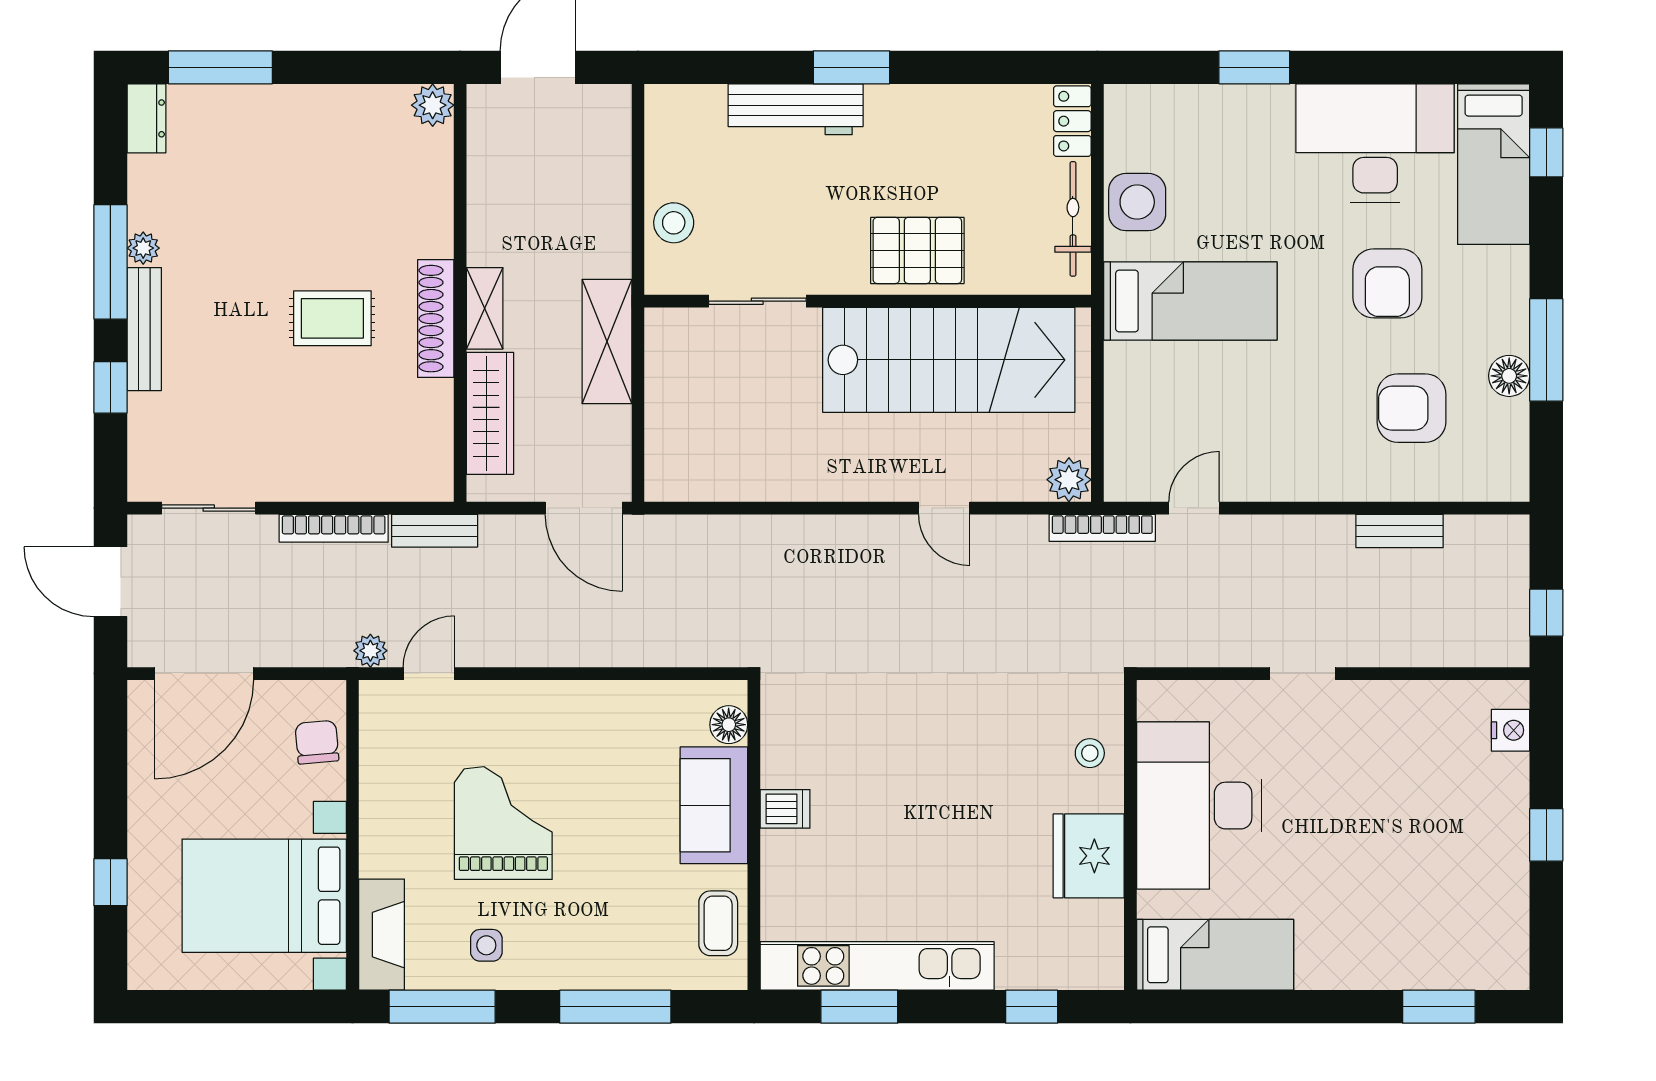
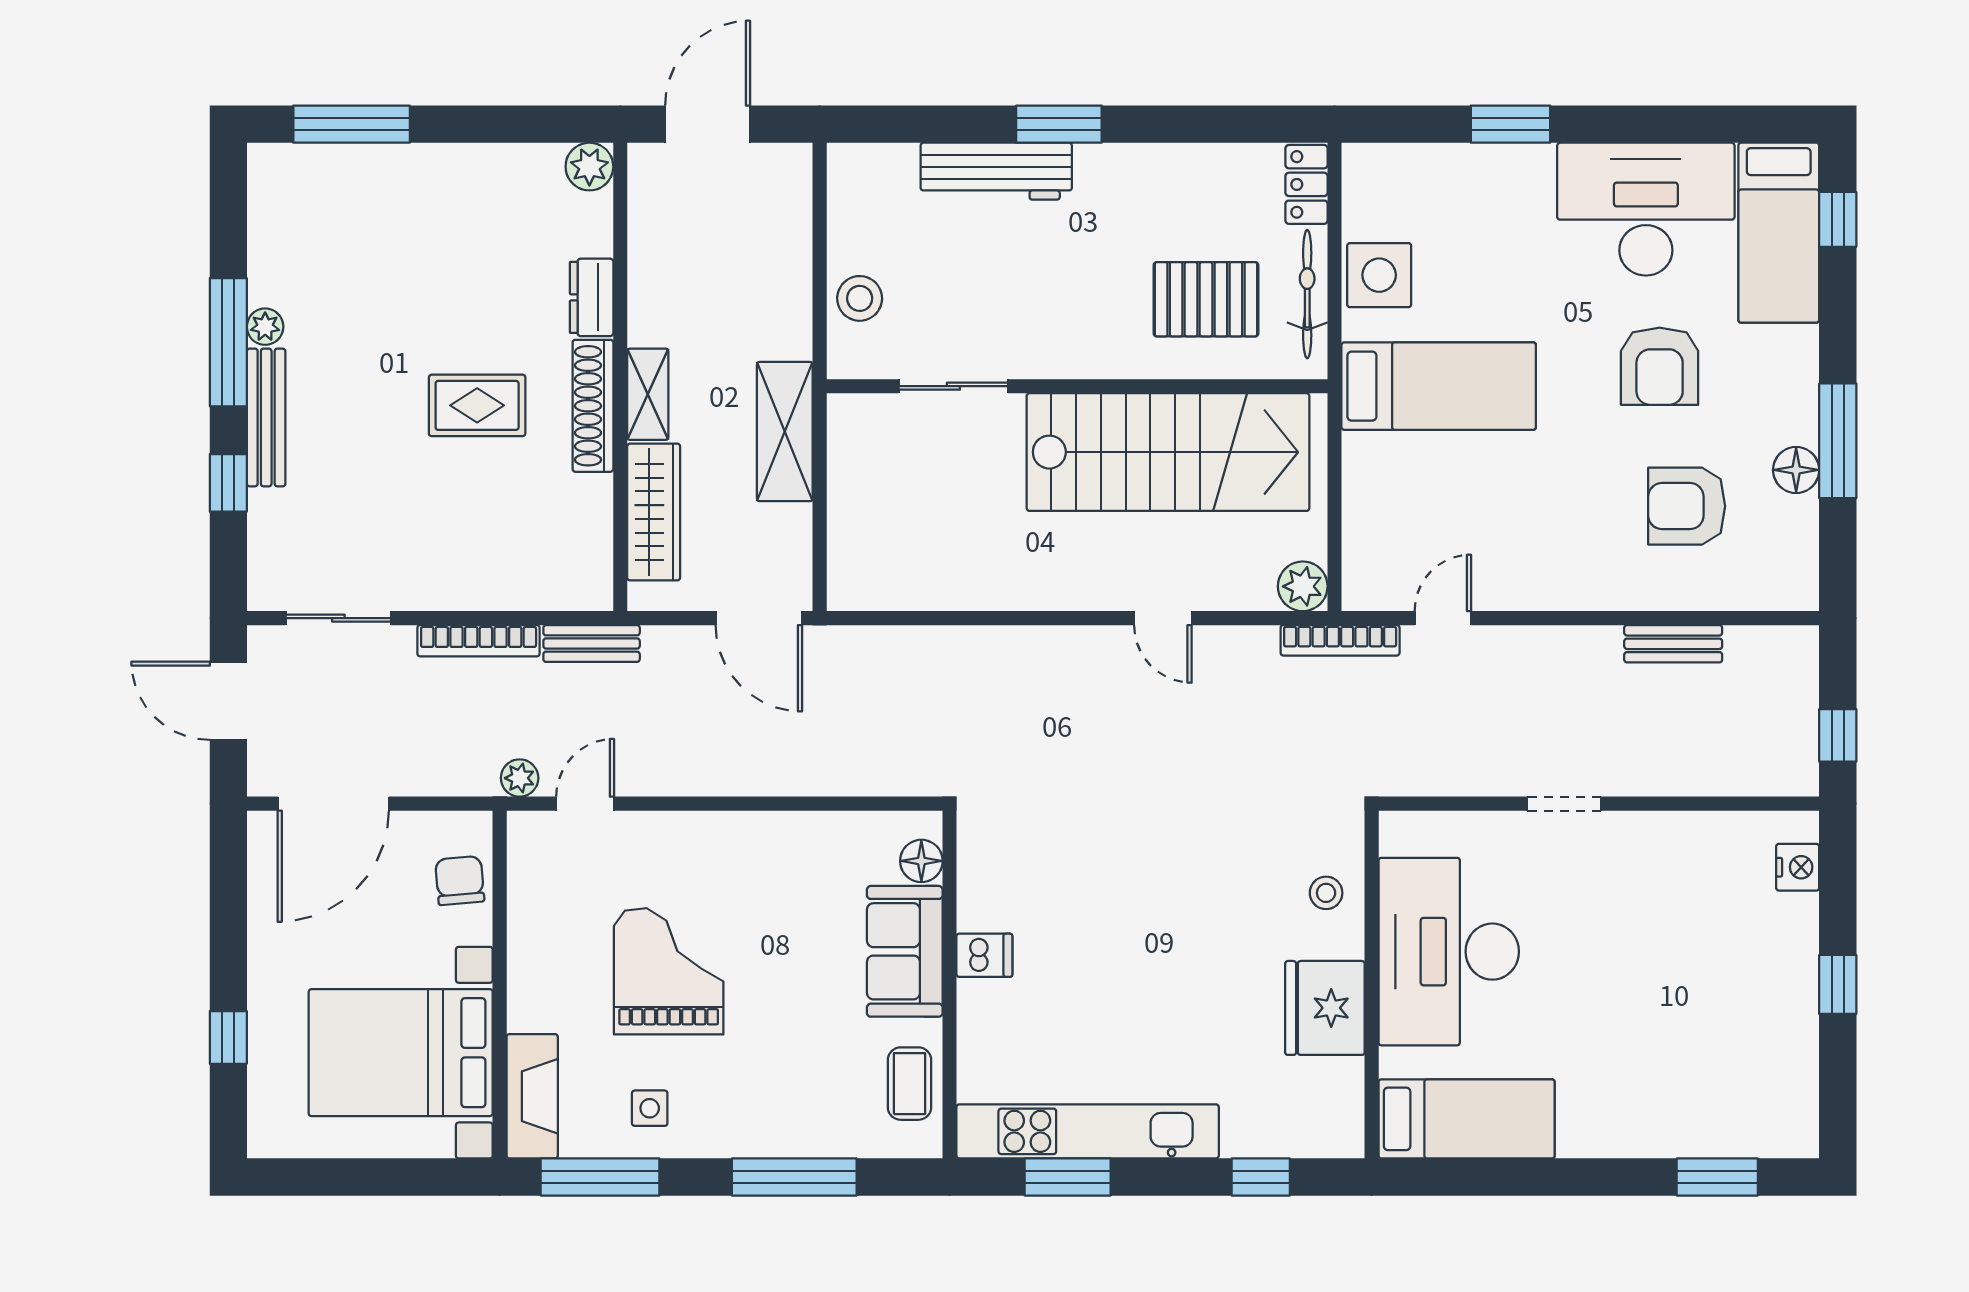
dresser: (146, 118) -> (592, 297), moved, turned 180
pallet: (917, 250) -> (1206, 299), moved

